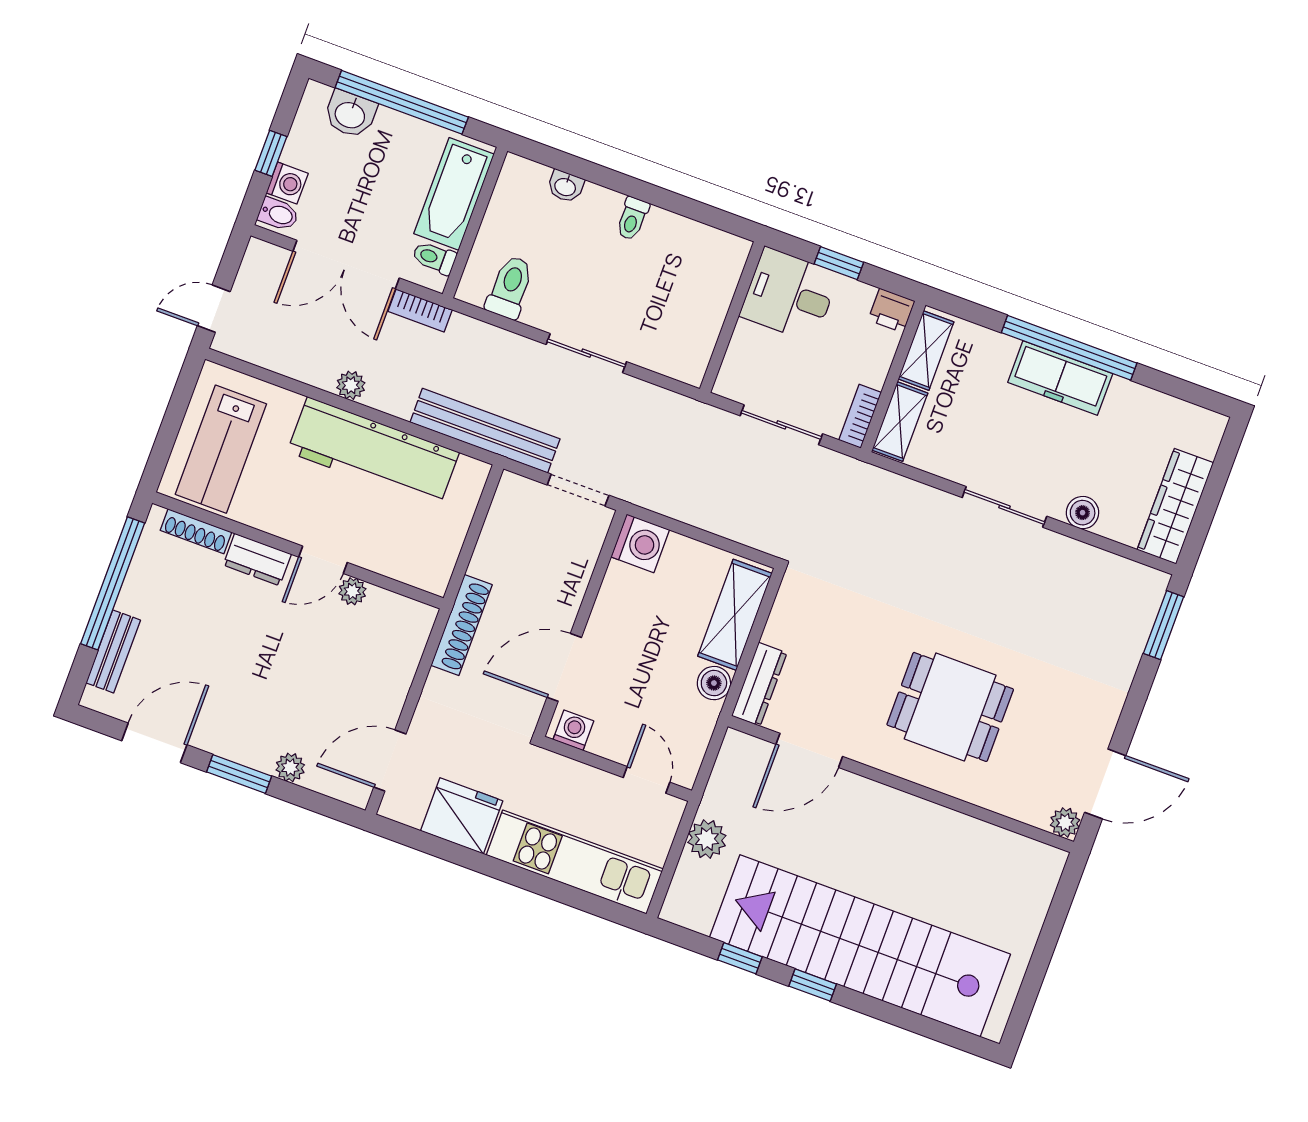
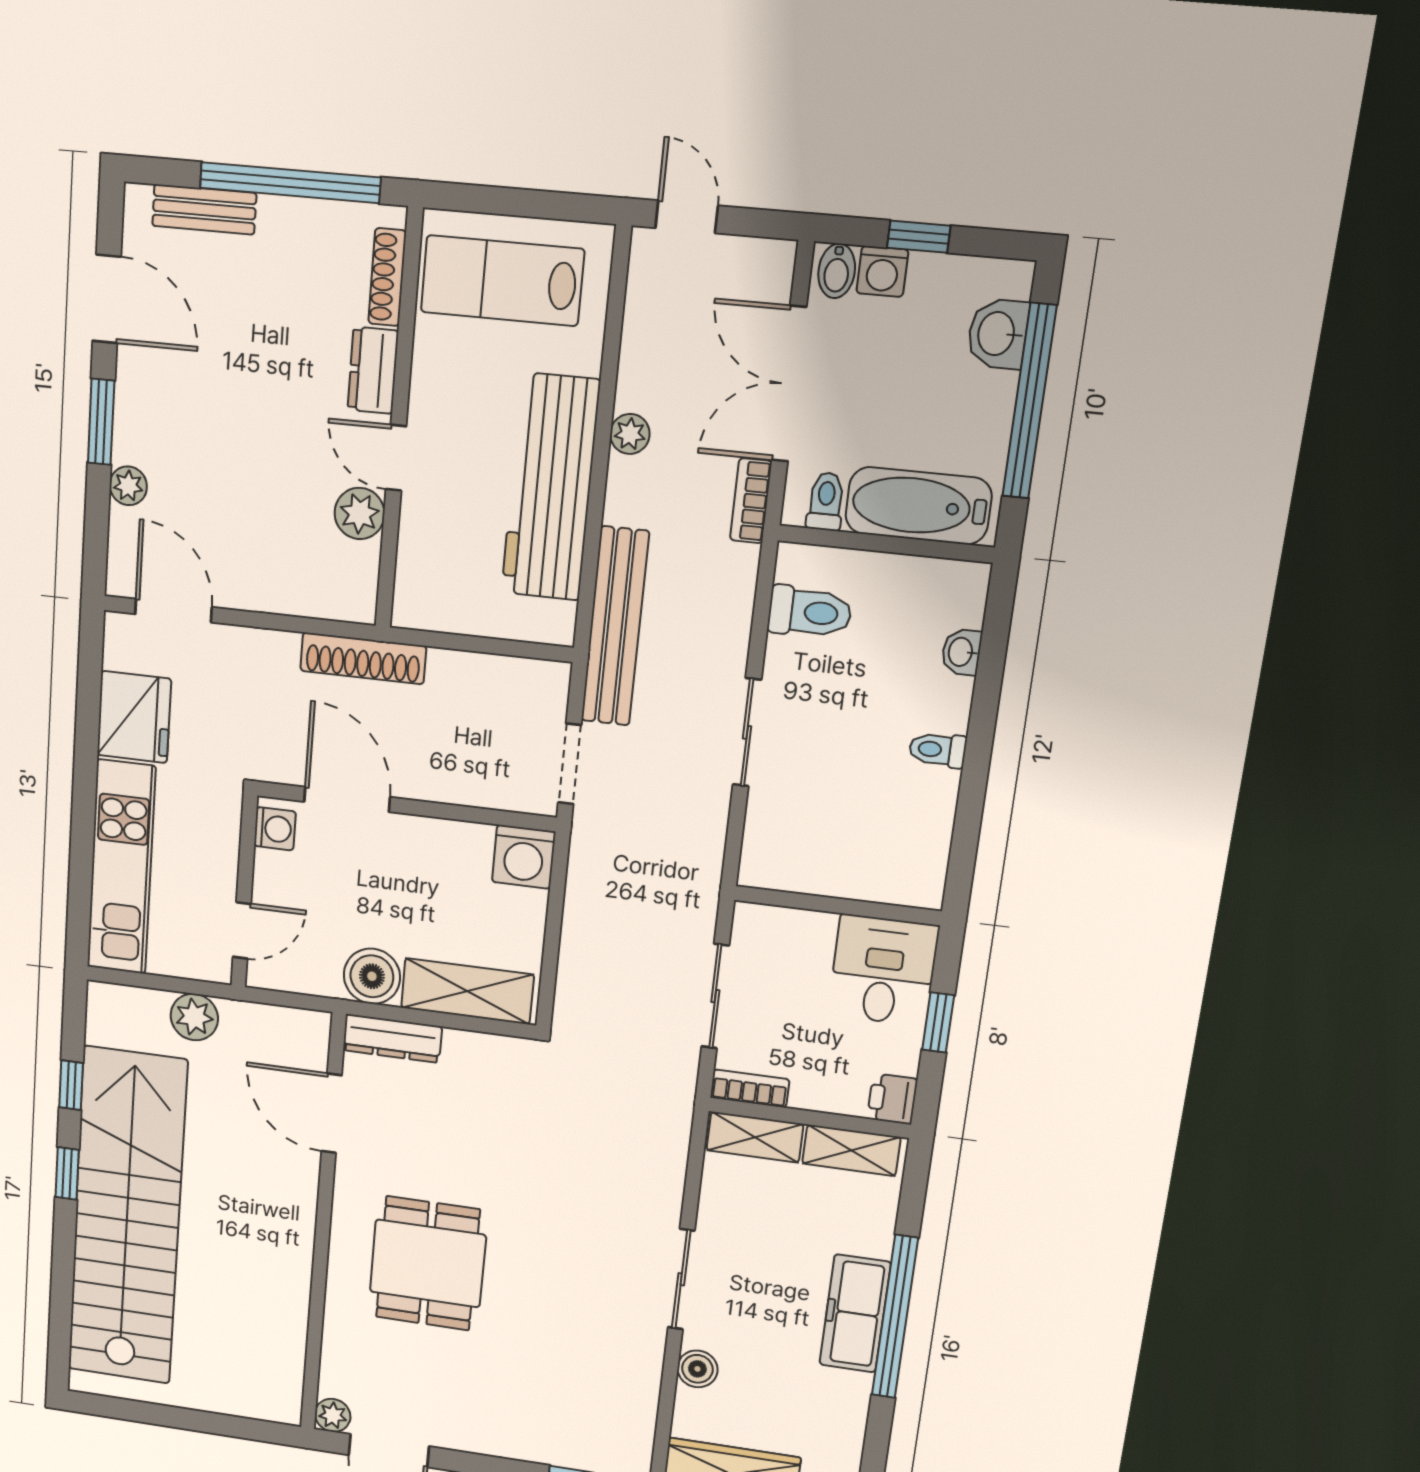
plant: (352, 591) -> (360, 513), width x1.38, depth x1.38
boiler: (714, 683) -> (372, 976), width x1.36, depth x1.36

